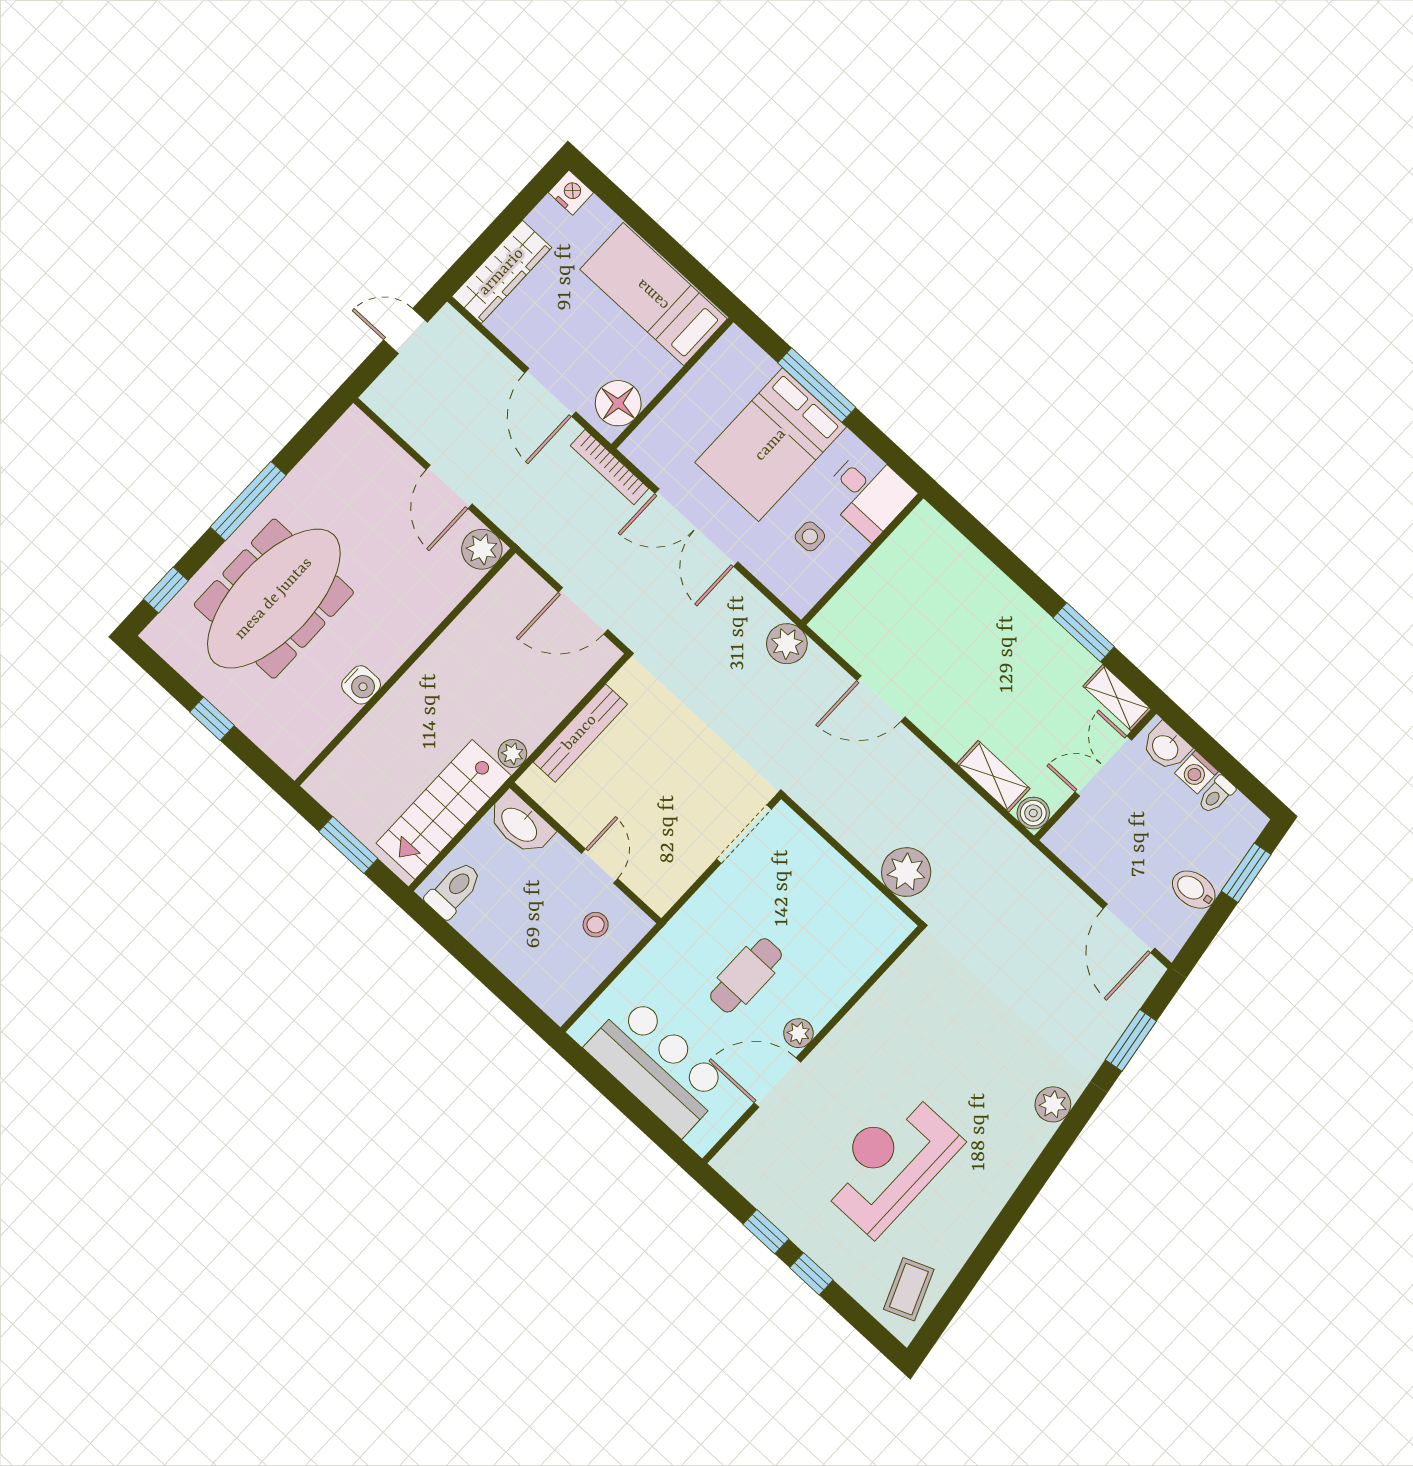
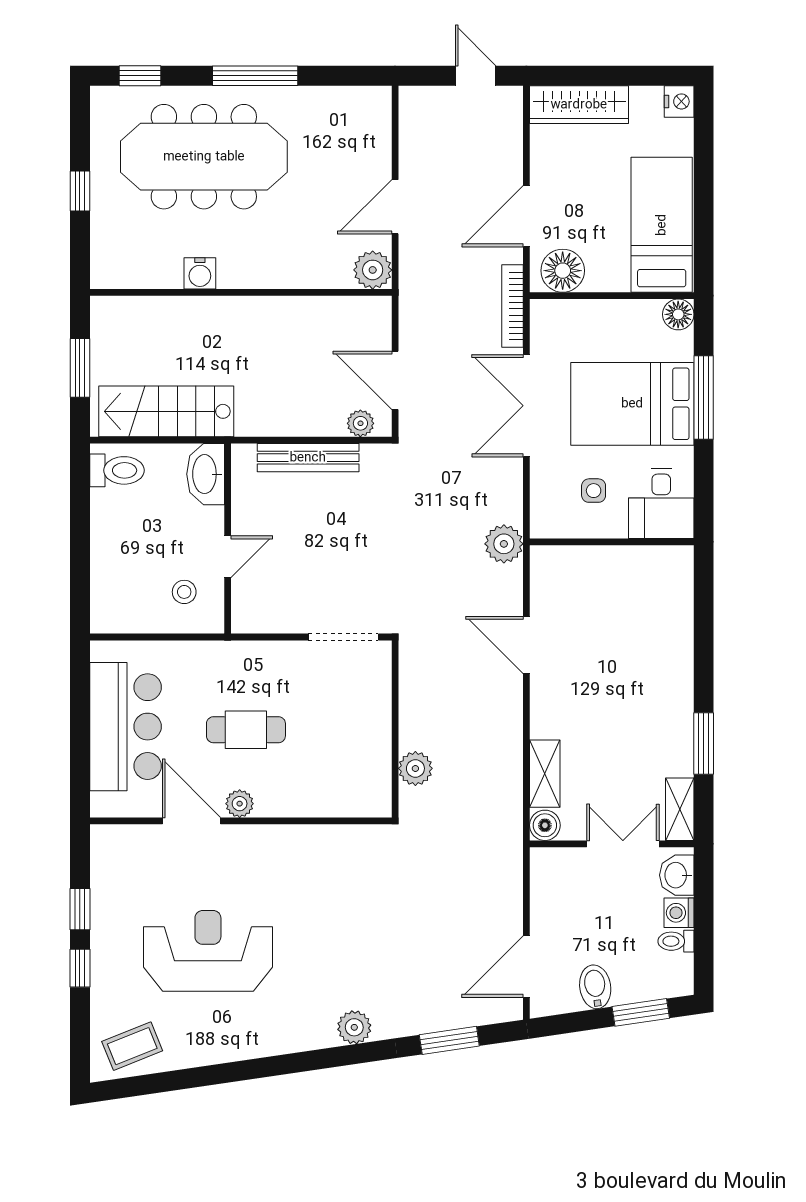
floor lamp: (734, 345) -> (678, 314), added
plant: (512, 754) -> (360, 423), moved
plant: (906, 872) -> (415, 768), width x0.73, depth x0.73

